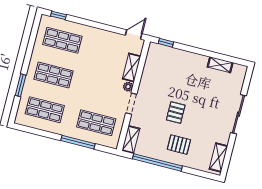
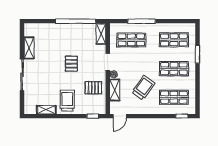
trolley: (96, 61) -> (143, 88), added
trolley: (192, 69) -> (67, 101), added
pallet: (179, 145) -> (93, 88), moved
shelving: (218, 158) -> (29, 48), moved

